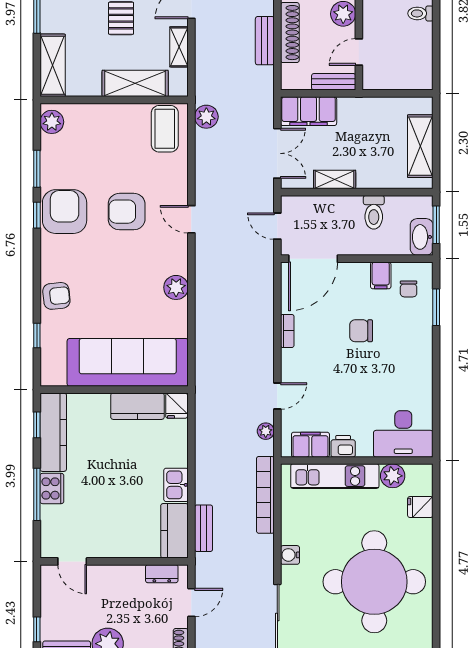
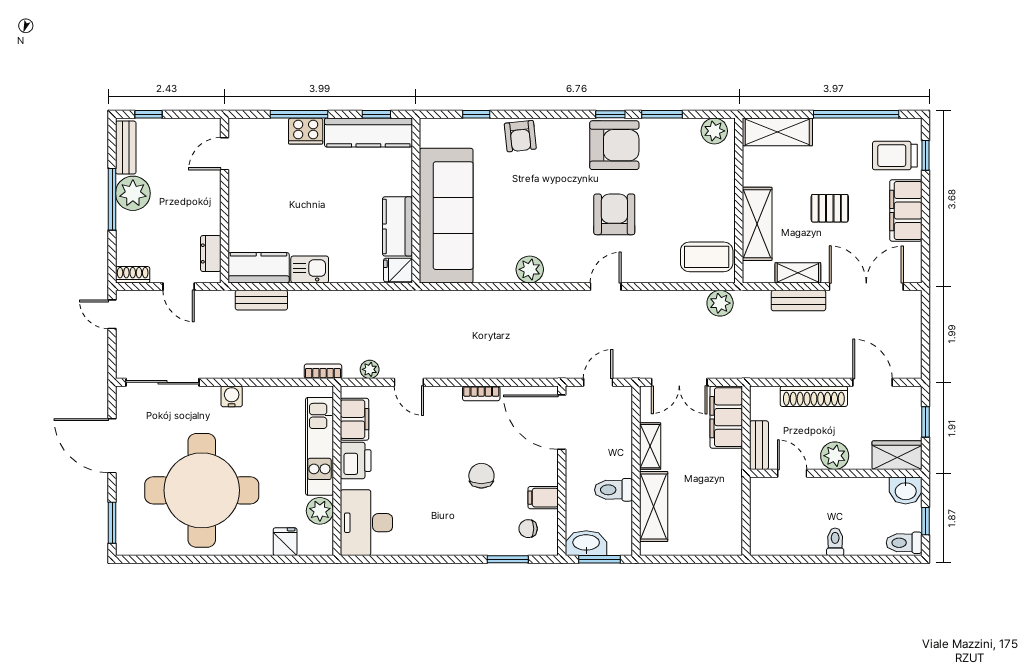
bench: (265, 41) -> (798, 301), moved
shelving: (420, 146) -> (654, 507), moved, turned 90
printer: (343, 446) -> (356, 461), width x1.36, depth x1.24
bookcase: (265, 495) -> (323, 371), width x0.43, depth x0.76

